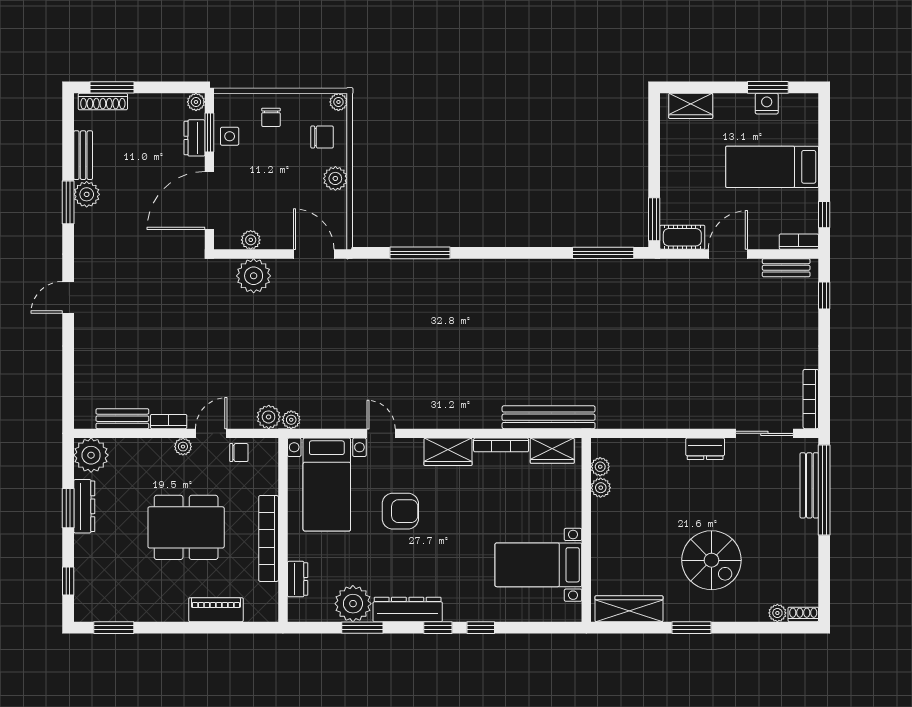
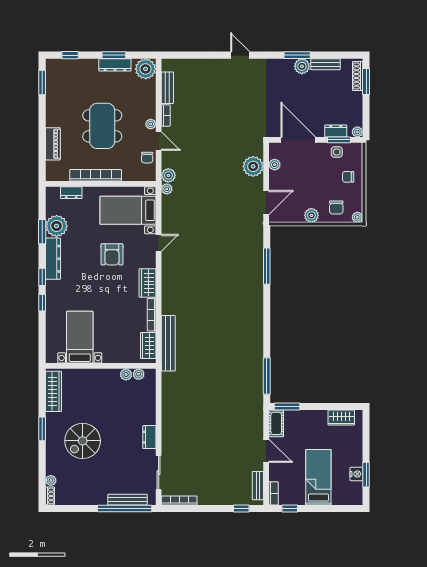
wardrobe: (691, 106) -> (341, 418), moved, turned -90

